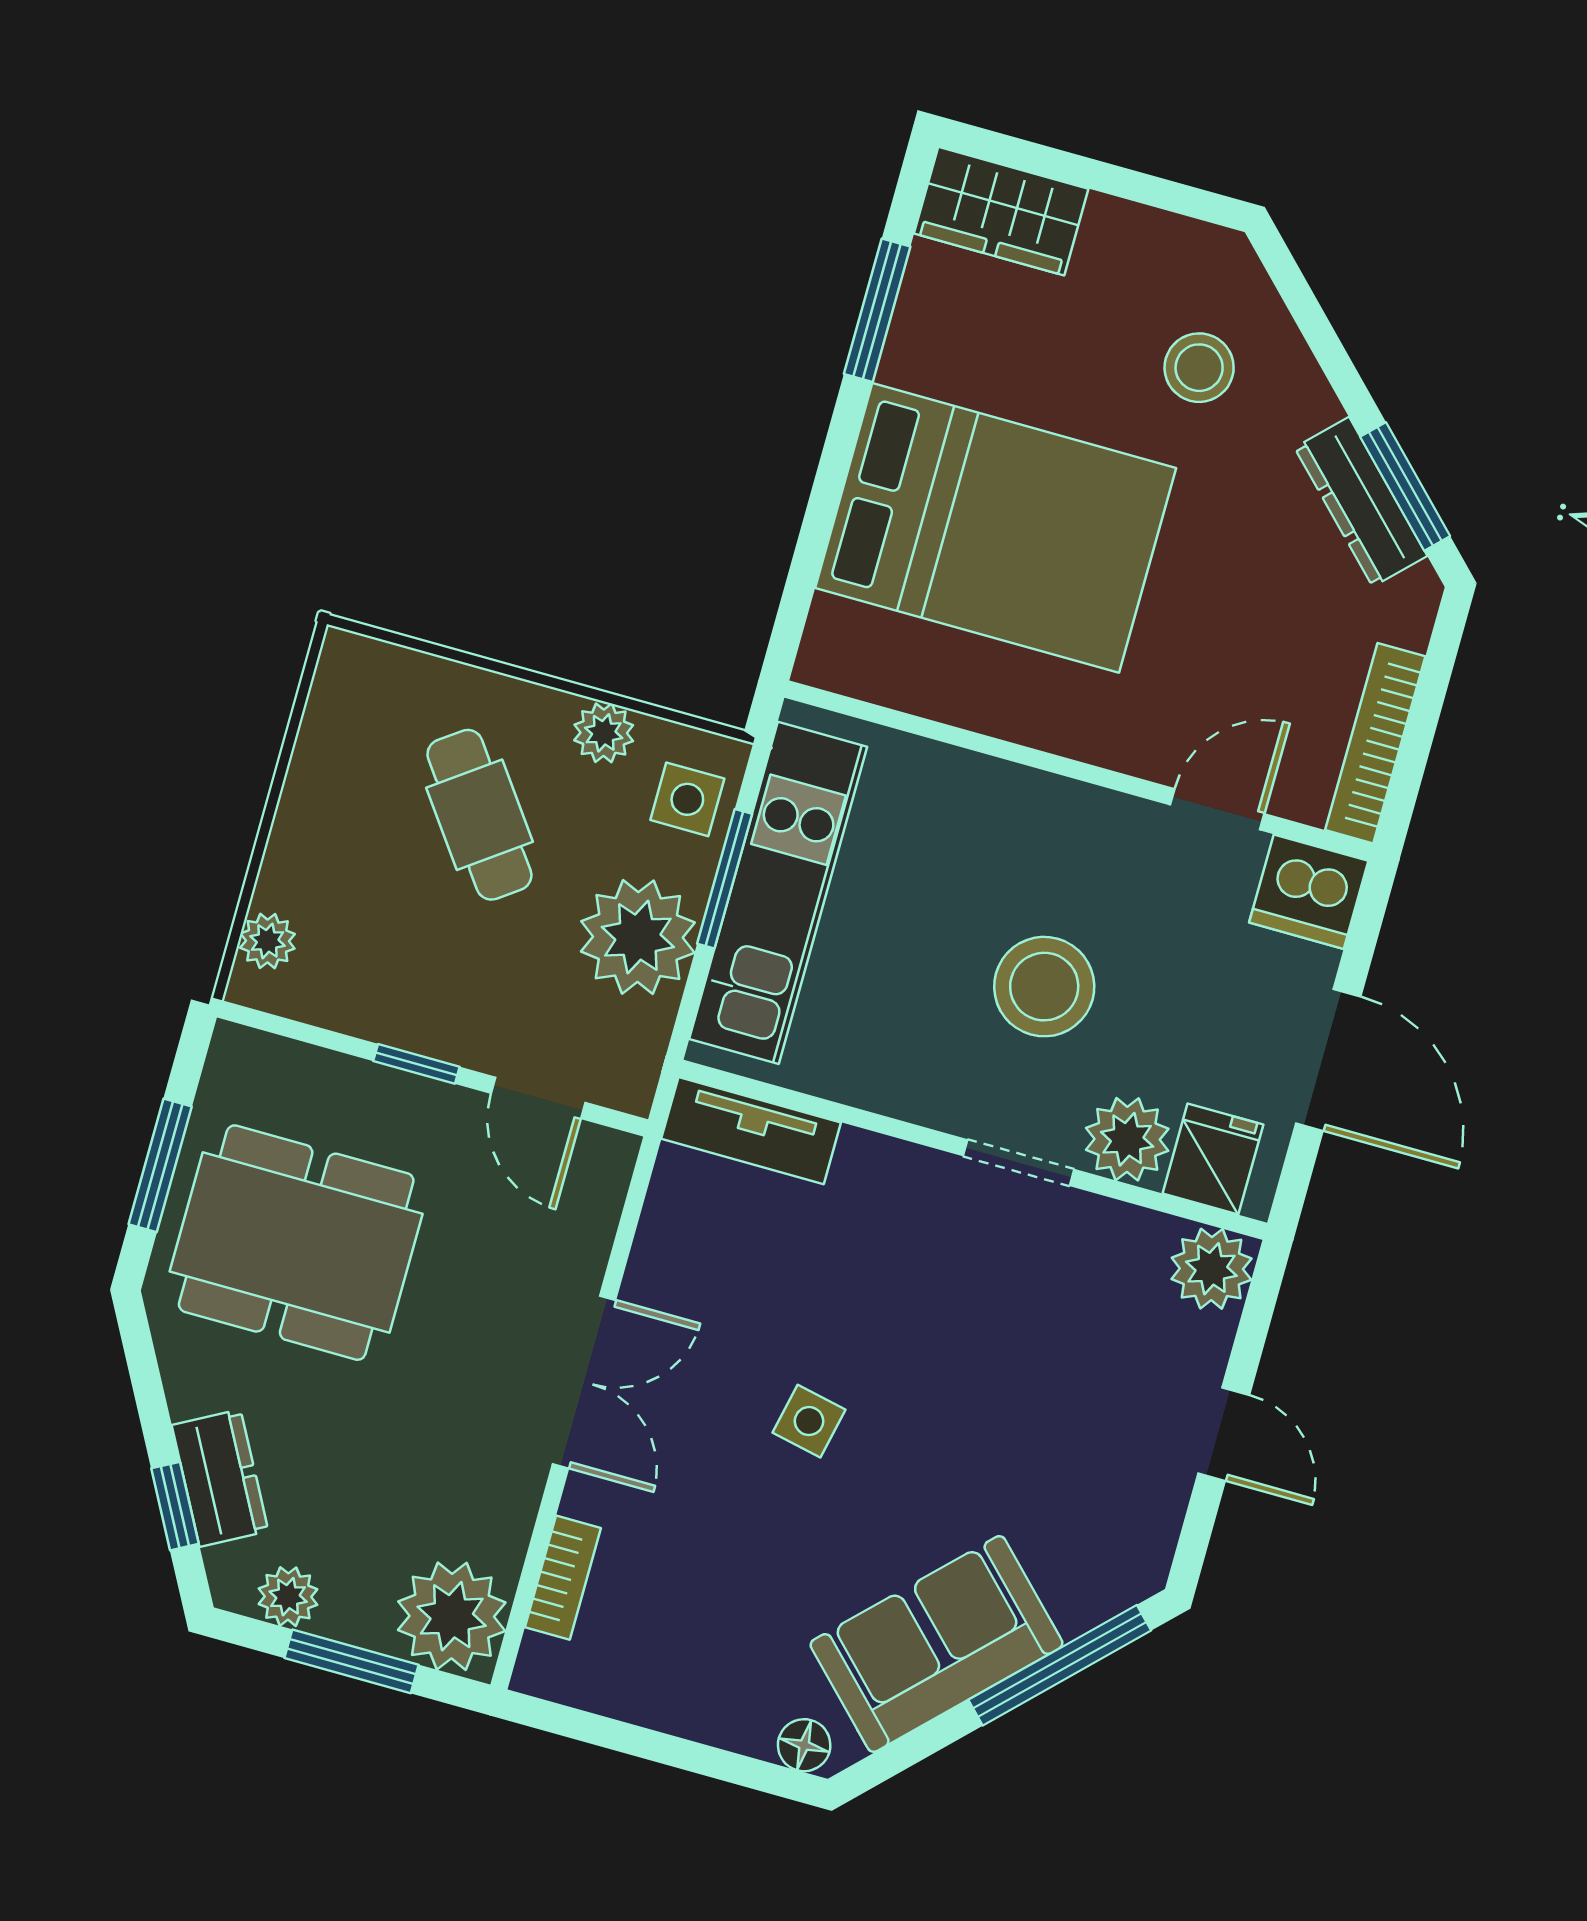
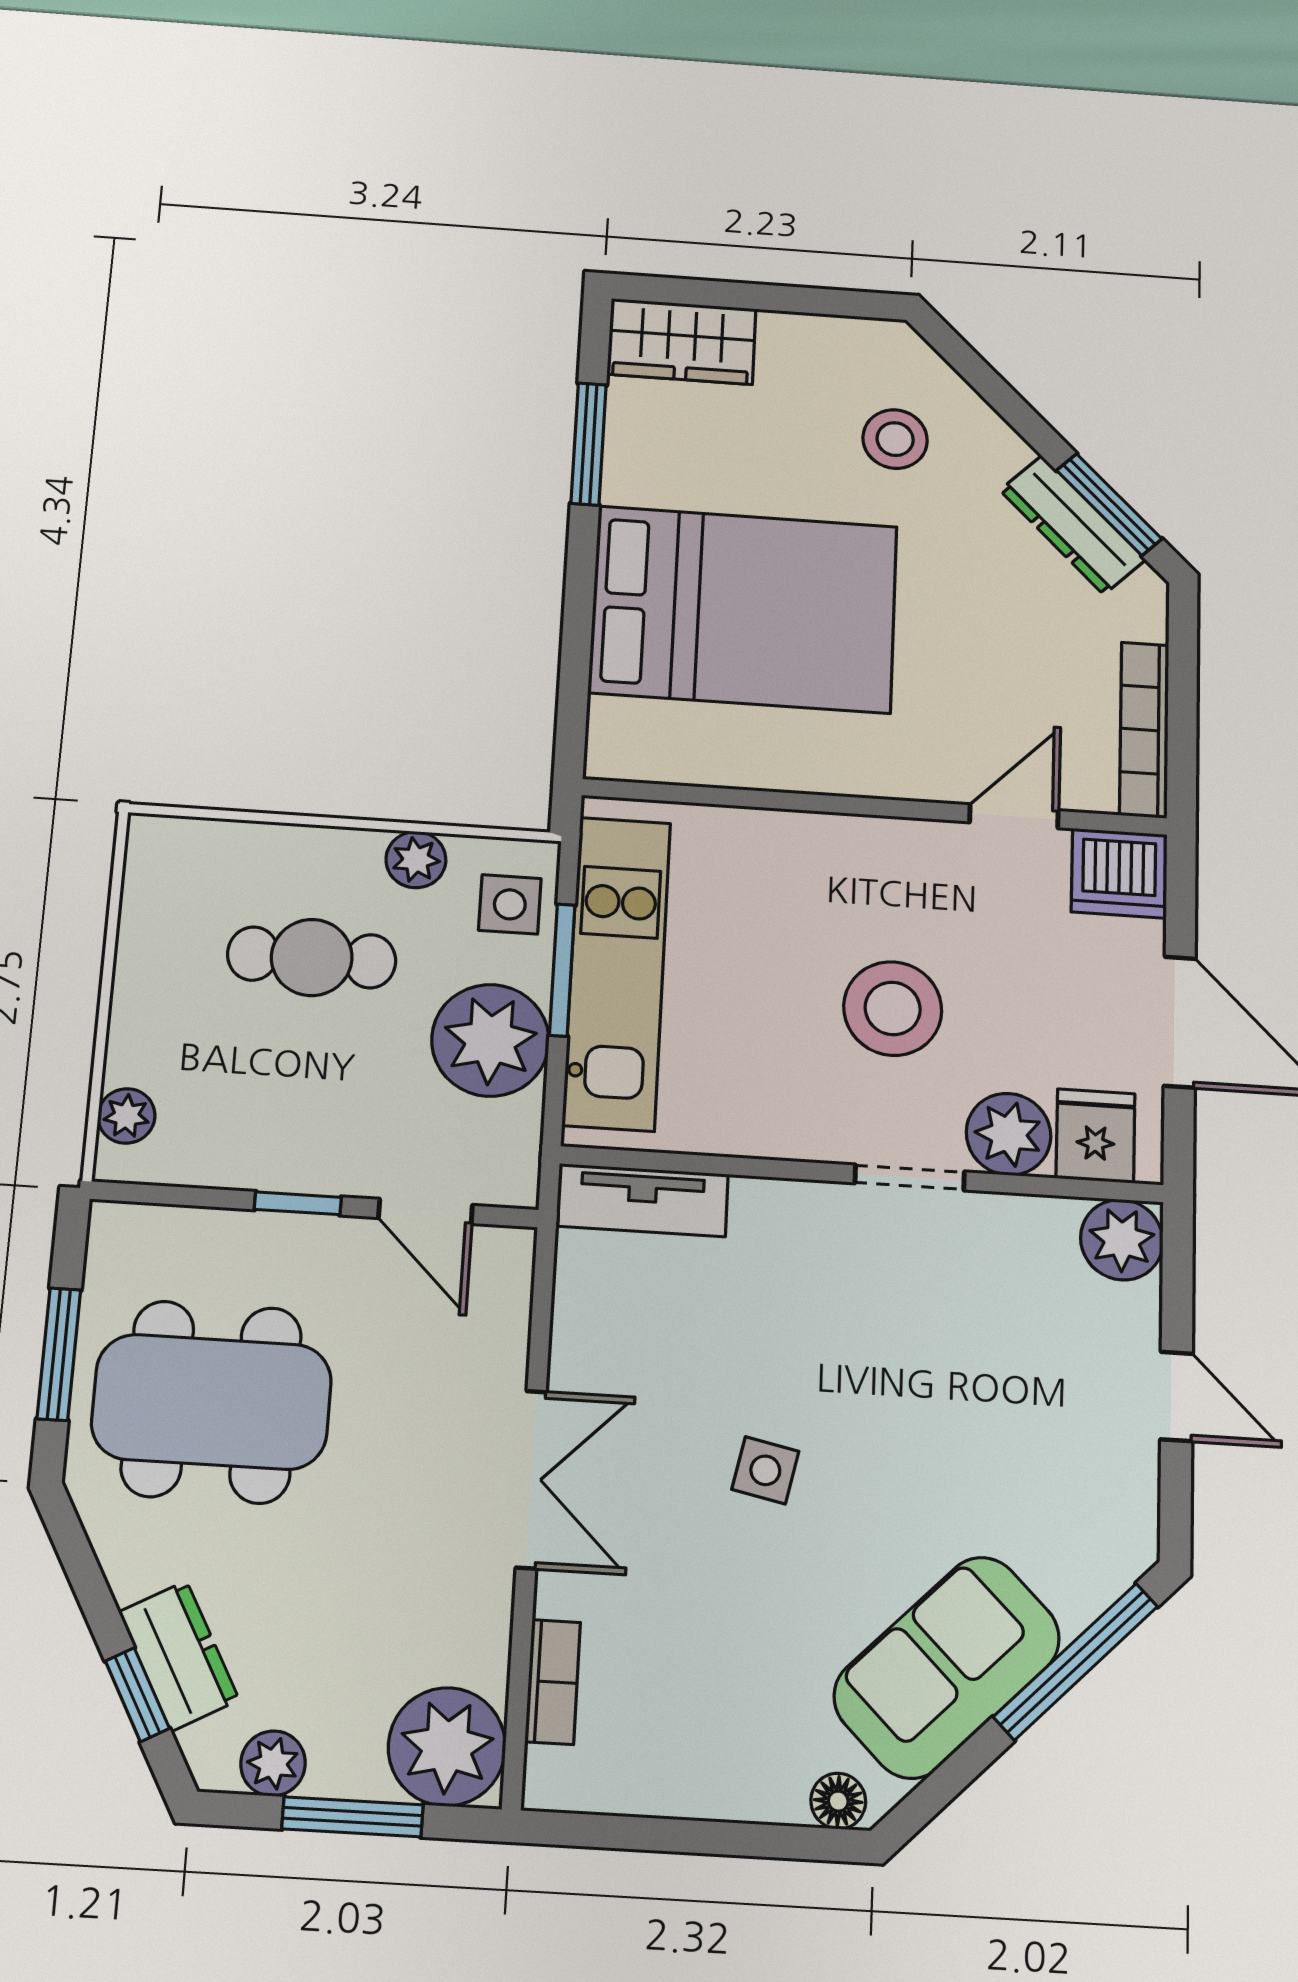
cafe table: (479, 815) -> (312, 957), turned -54

